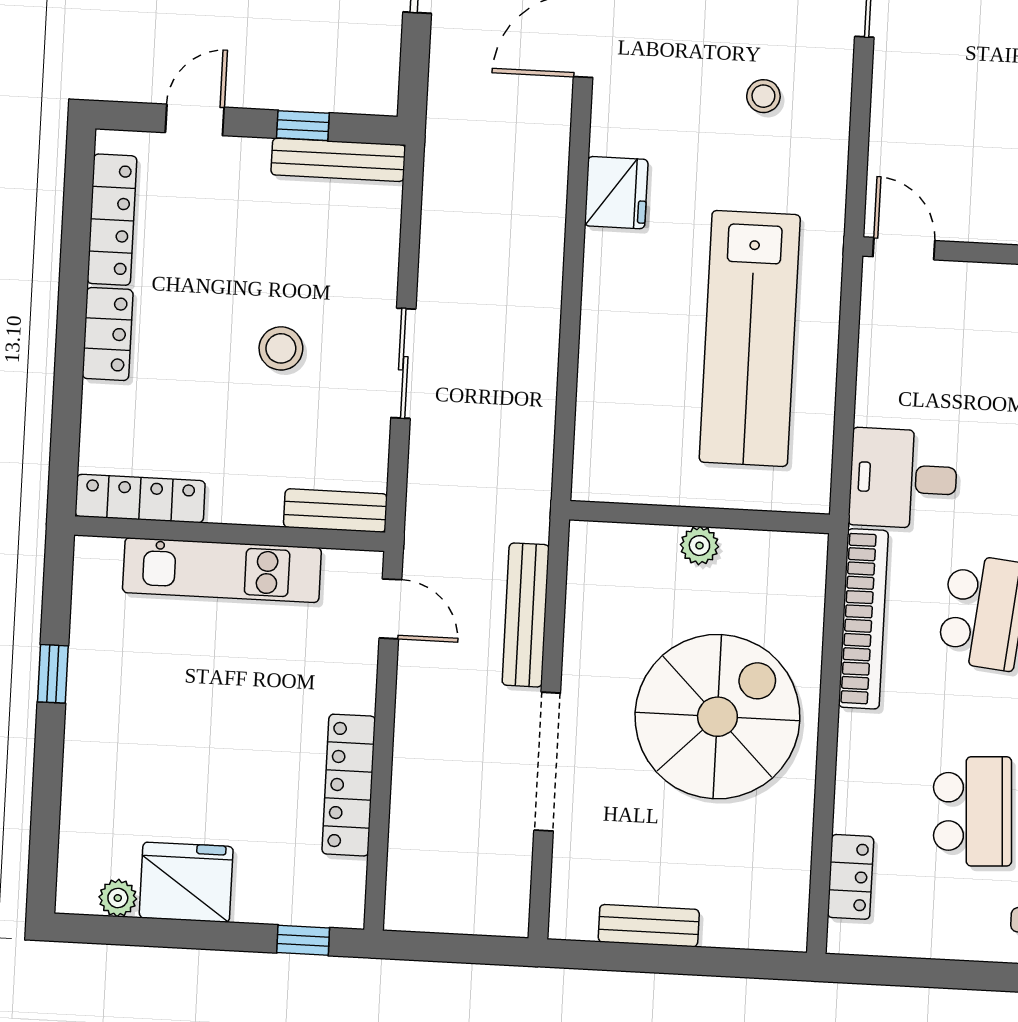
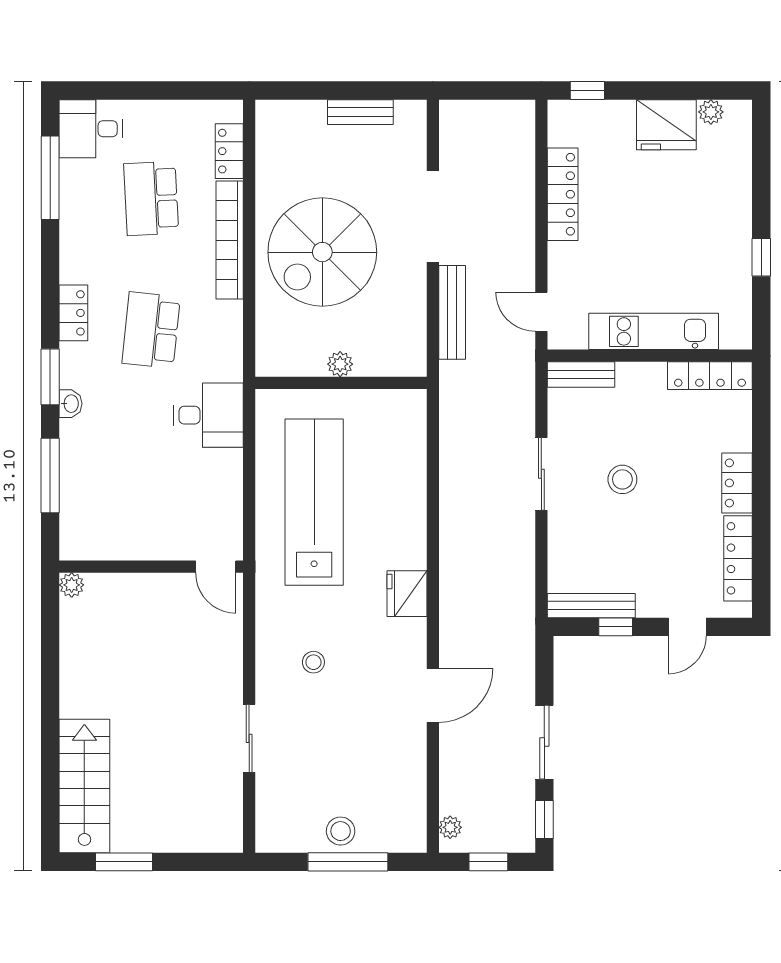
bookcase: (863, 619) -> (230, 240), moved

